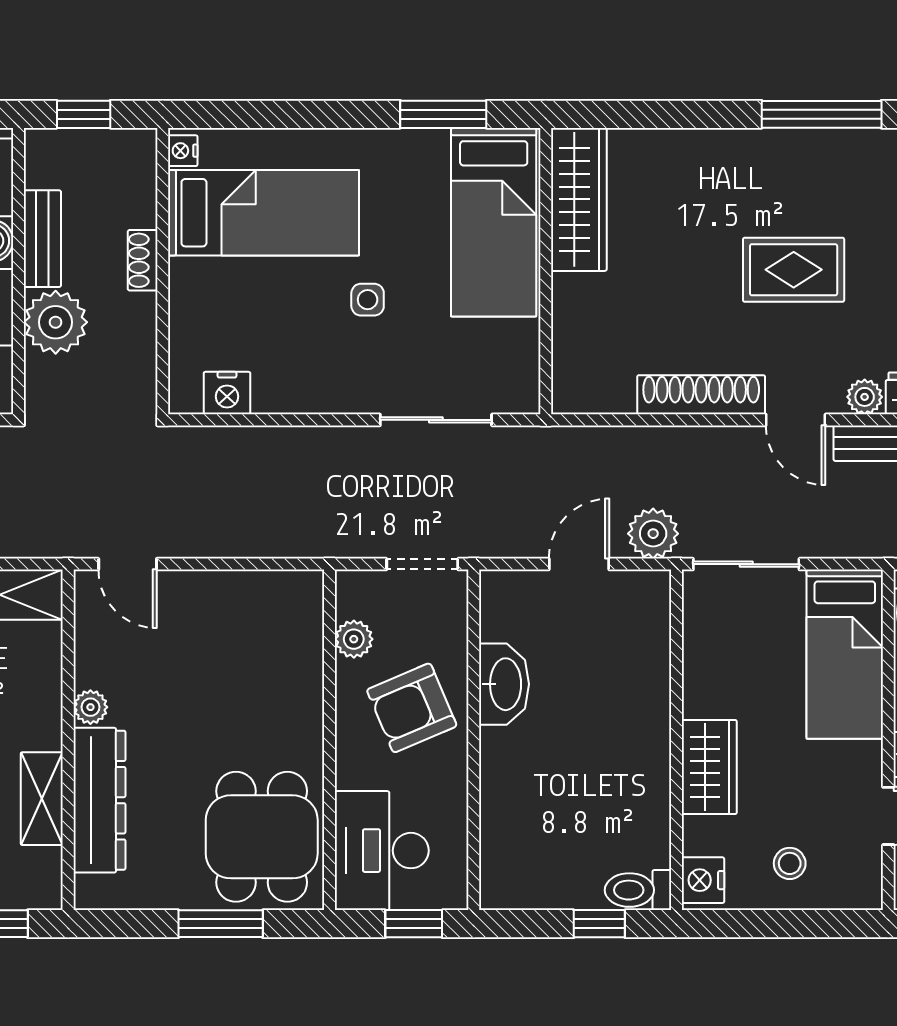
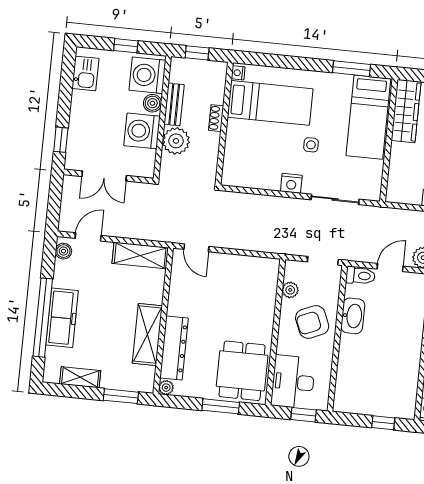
nightstand: (227, 393) -> (291, 183), moved
plant: (90, 707) -> (166, 388), moved
shelving: (42, 799) -> (147, 335), width x1.50, depth x1.33
toilet: (638, 890) -> (360, 276), moved, turned 180

